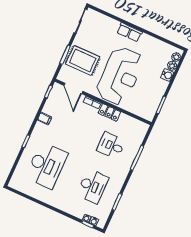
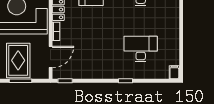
filing cabinet: (45, 119) -> (174, 72), moved
desk: (46, 165) -> (141, 49), width x0.73, depth x0.77

